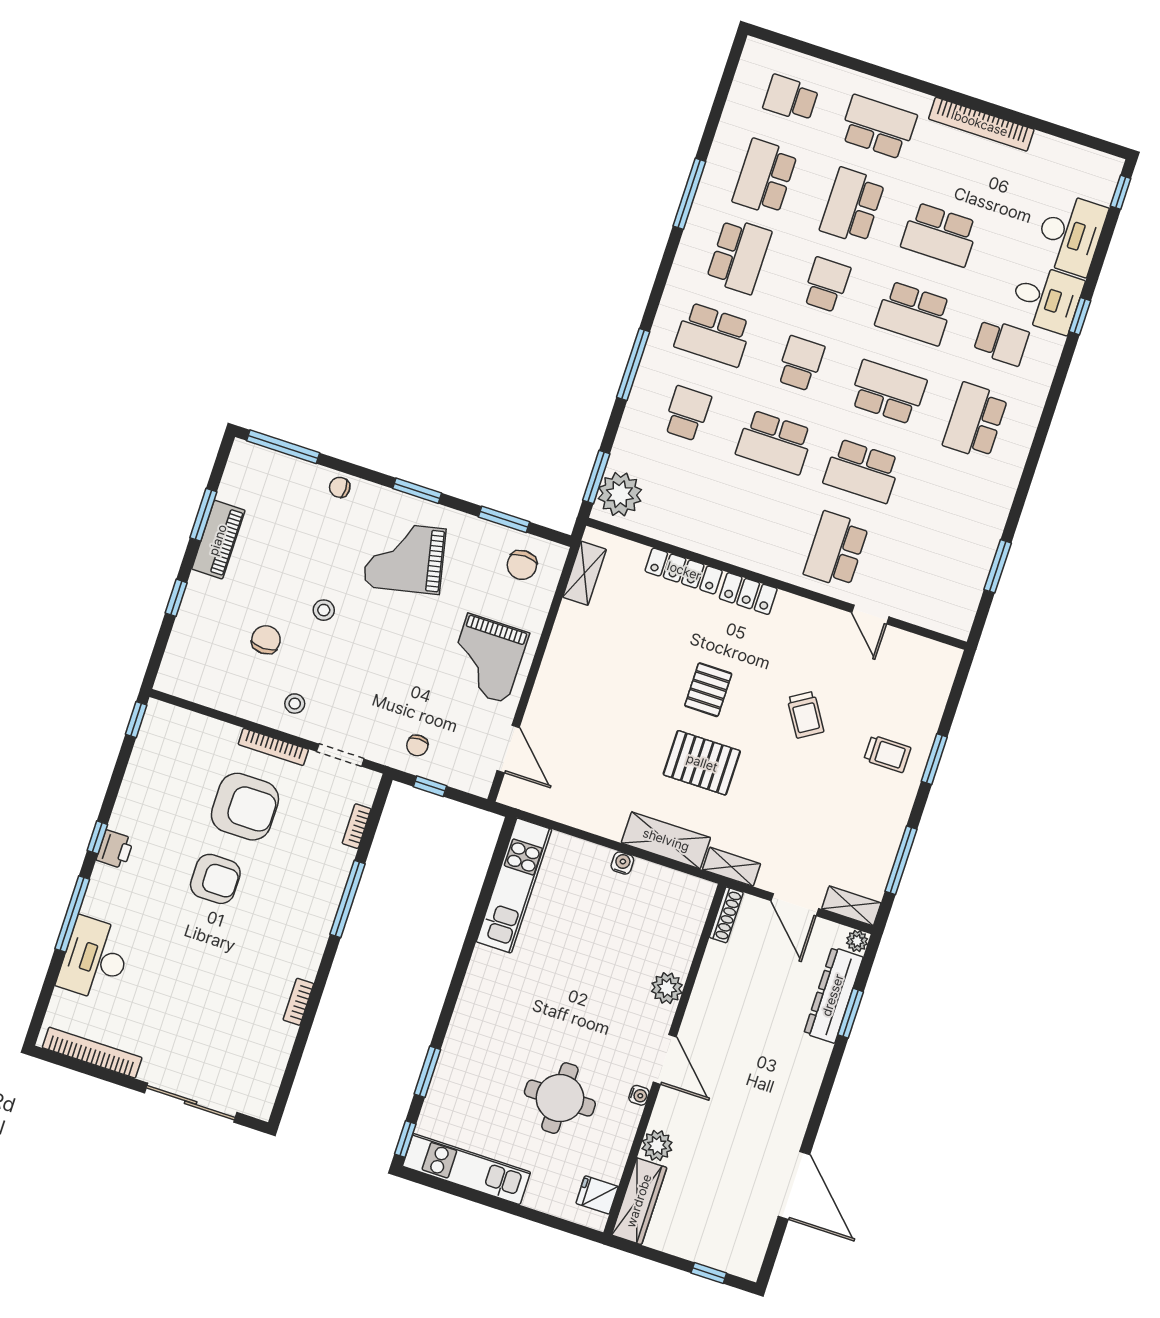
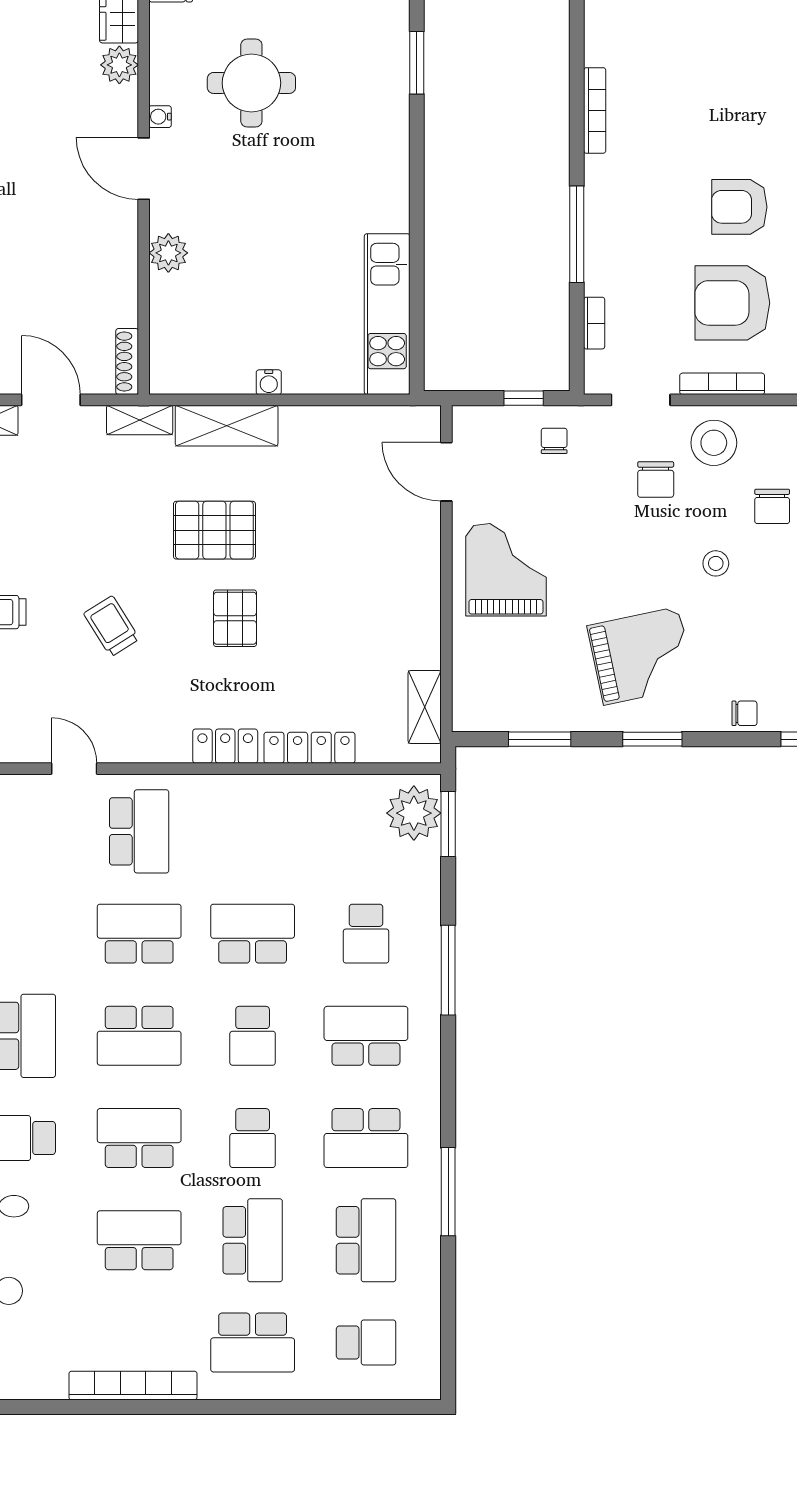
school desk: (739, 256) -> (366, 1138), turned -90
chair: (522, 565) -> (656, 479), moved, turned 180
stool: (295, 704) -> (714, 443), width x1.89, depth x1.89
bookcase: (298, 1002) -> (595, 110), width x1.56

